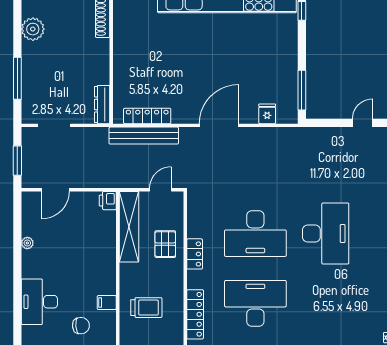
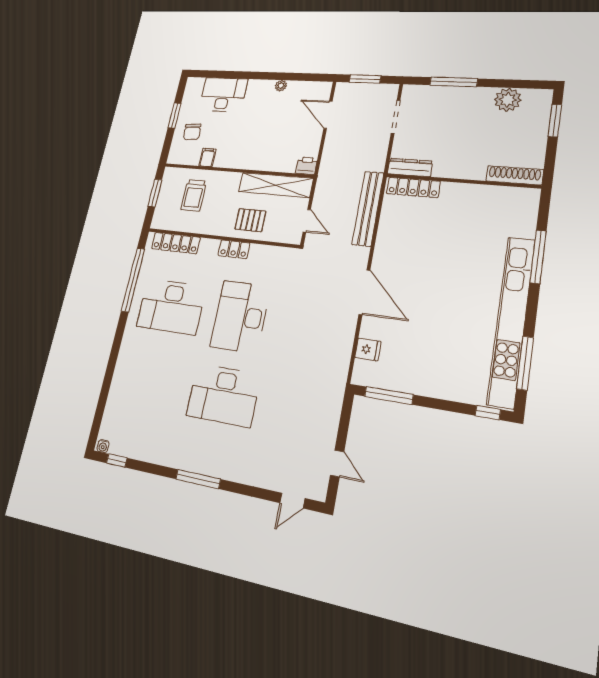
locker: (147, 116) -> (413, 187), moved, turned 90
desk: (255, 303) -> (171, 306), turned 90

